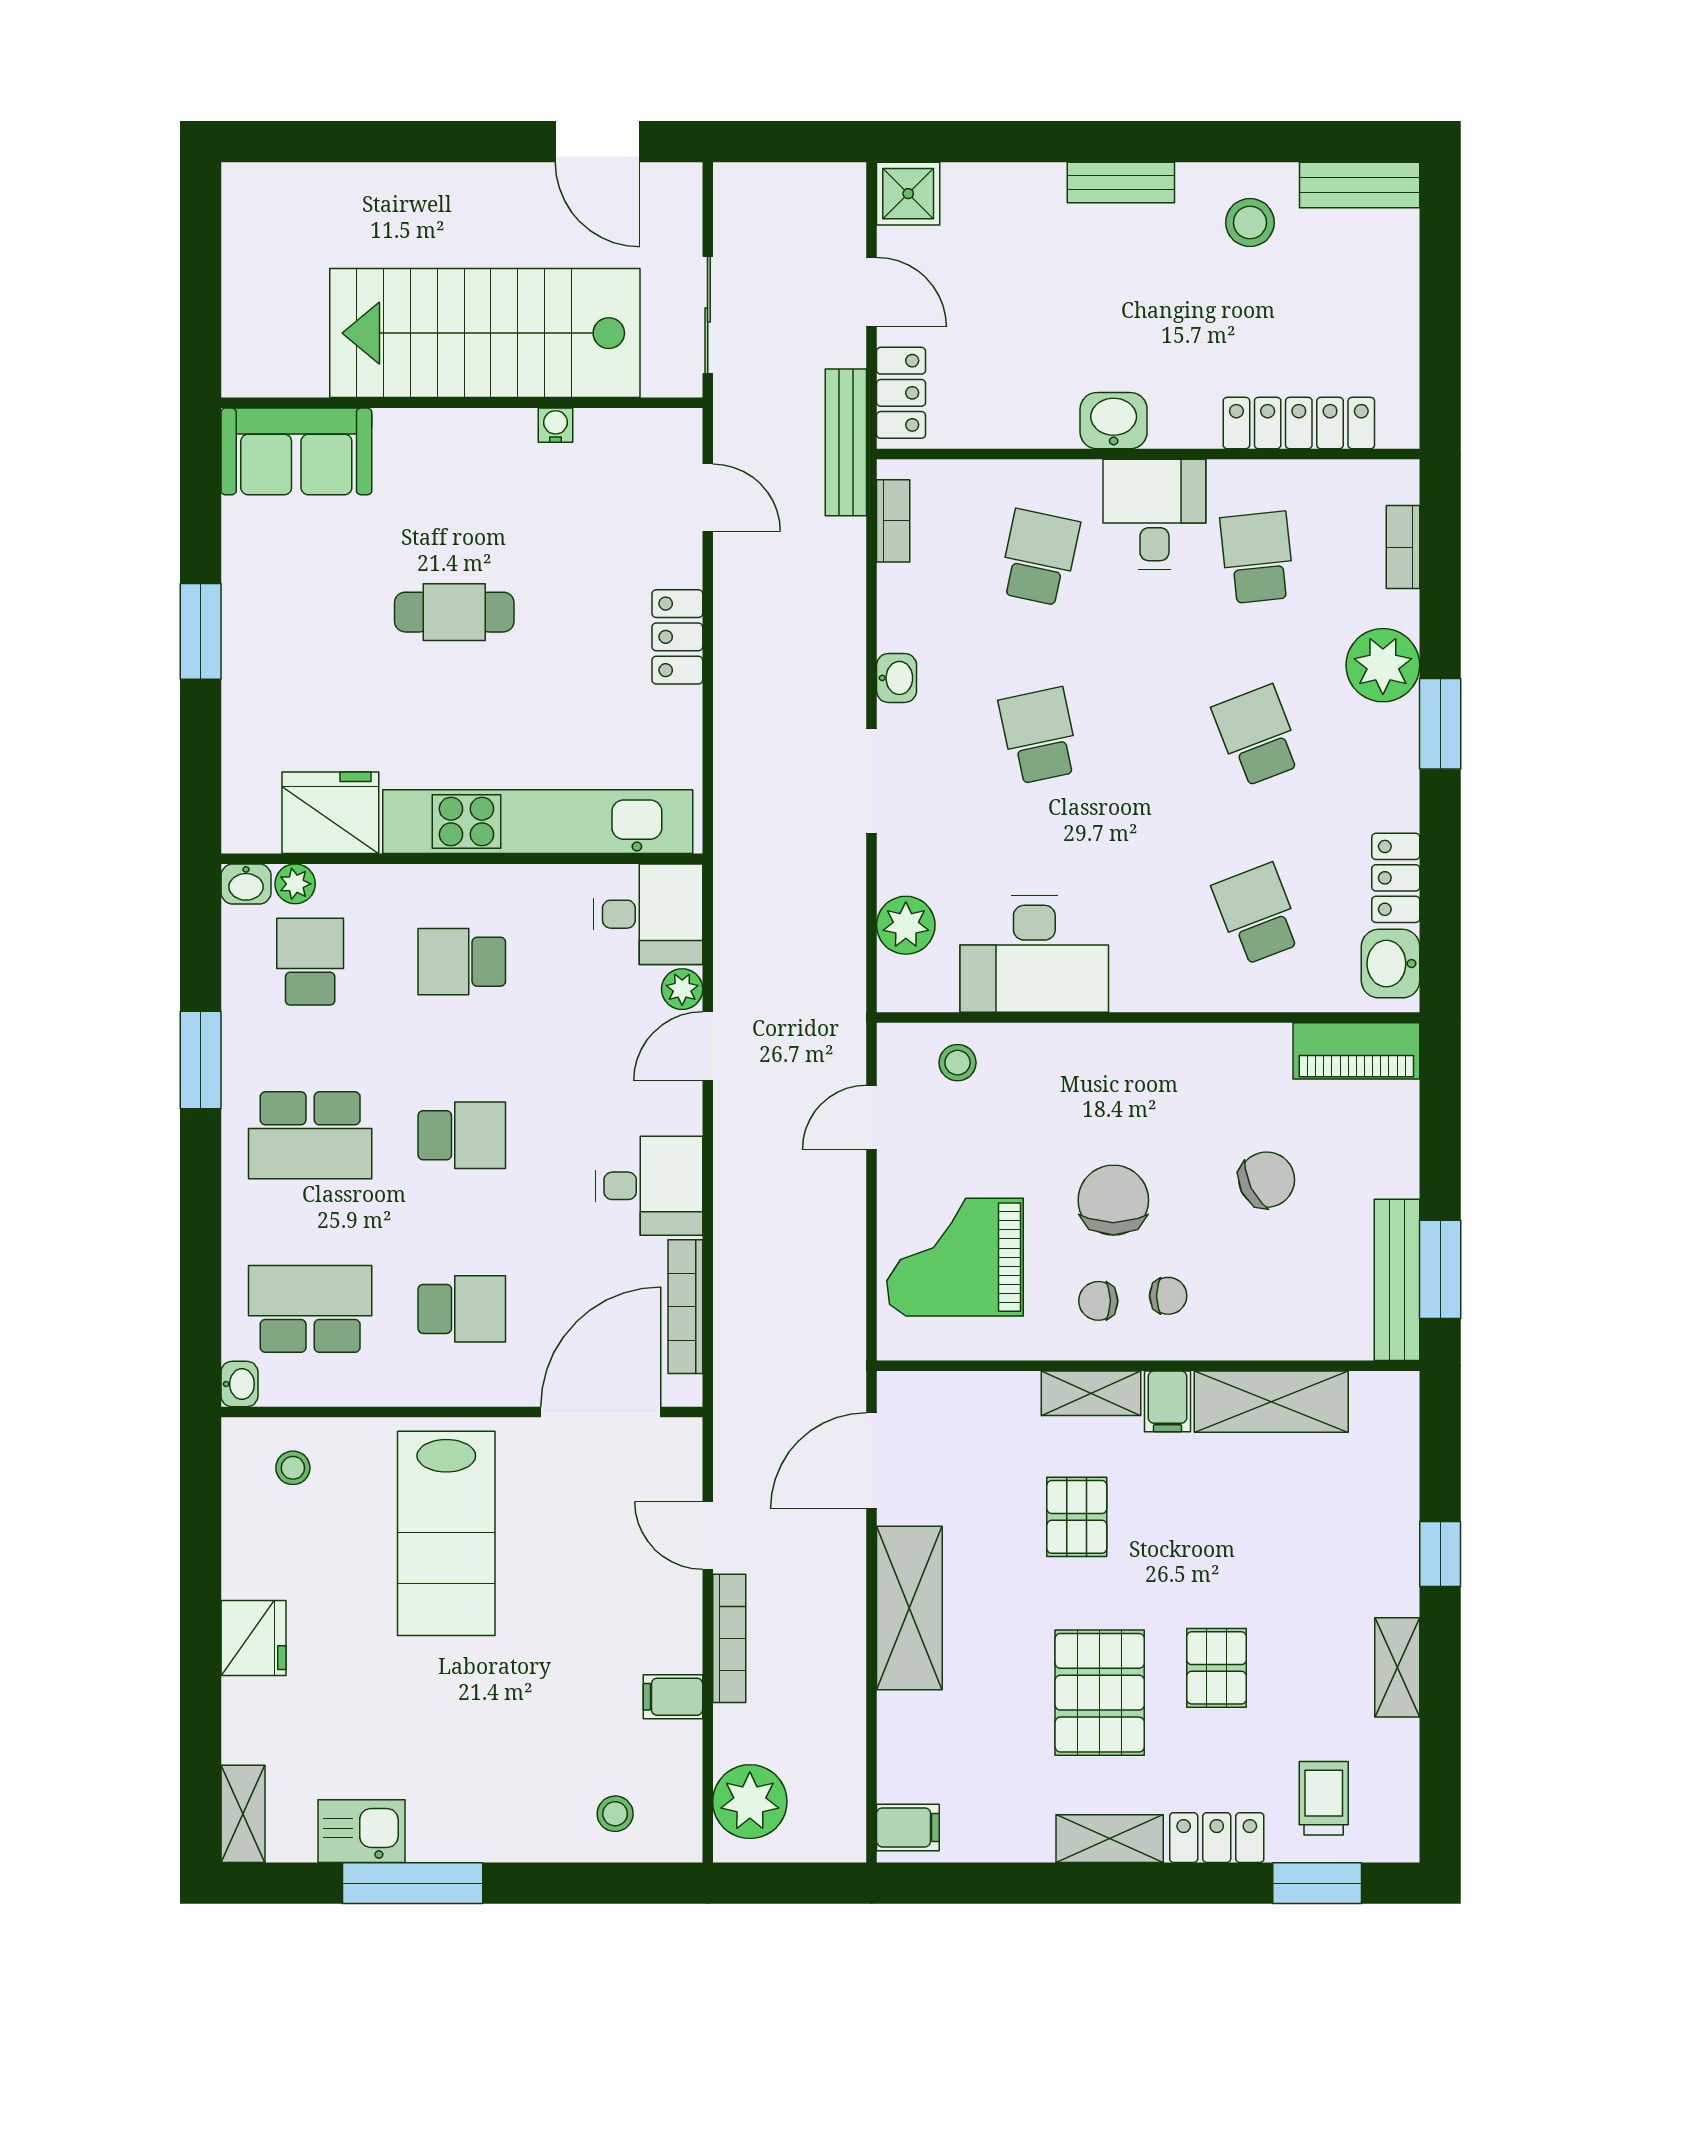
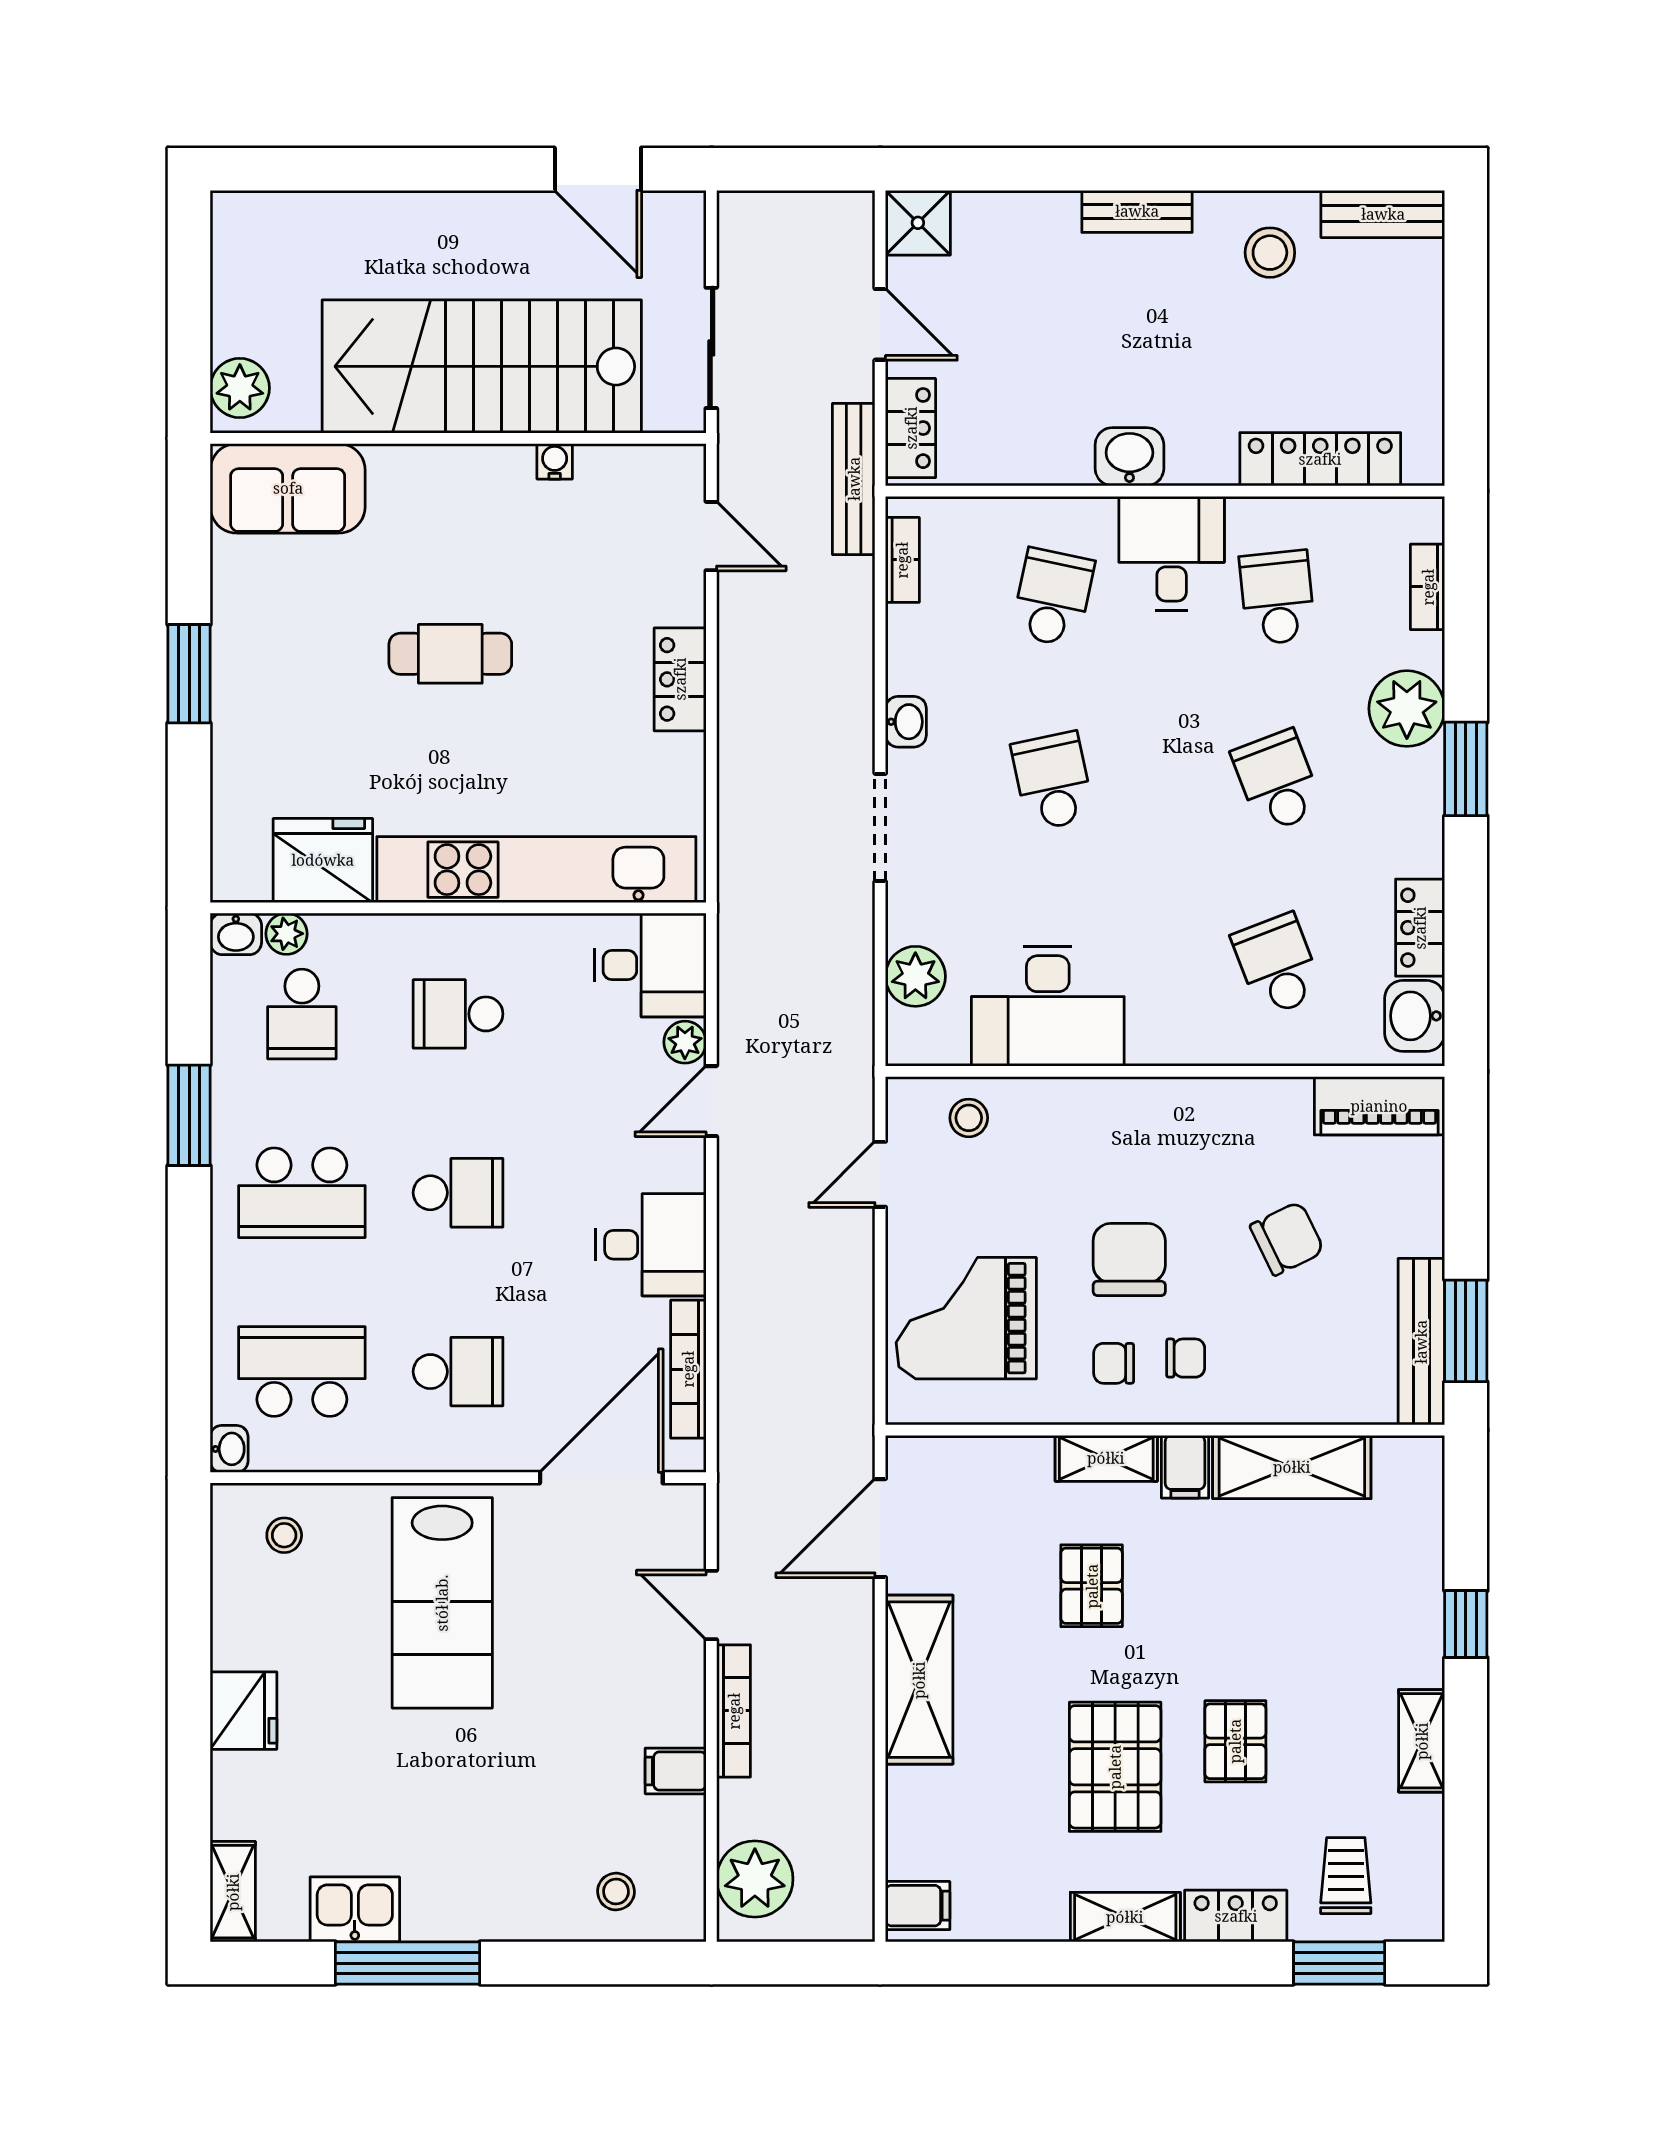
plant: (250, 354) -> (240, 388), added
school desk: (310, 962) -> (302, 1014), turned 180

